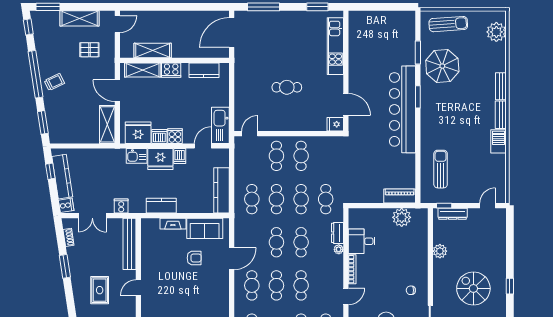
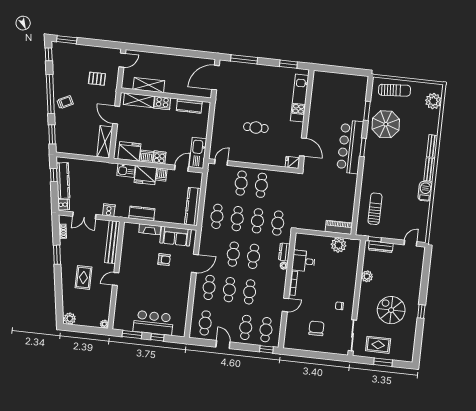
shelving: (80, 18) -> (92, 52), removed
bar counter: (402, 109) -> (350, 147), width x0.73

